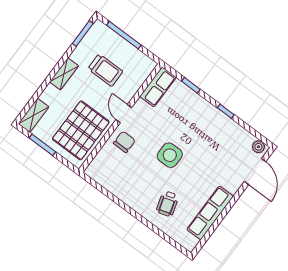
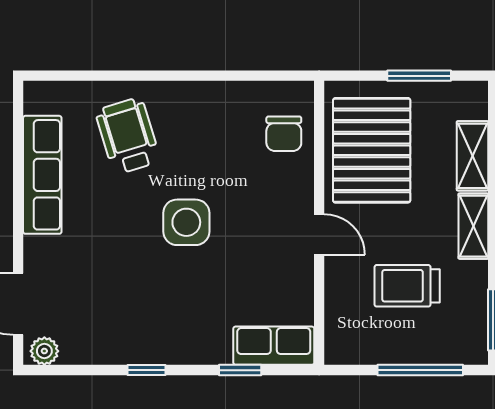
row of seats: (158, 87) -> (274, 346), moved, turned 90
shelving: (34, 115) -> (472, 156), moved
chair: (124, 142) -> (284, 134), moved
wheelchair: (167, 204) -> (128, 136), width x1.36, depth x1.37

